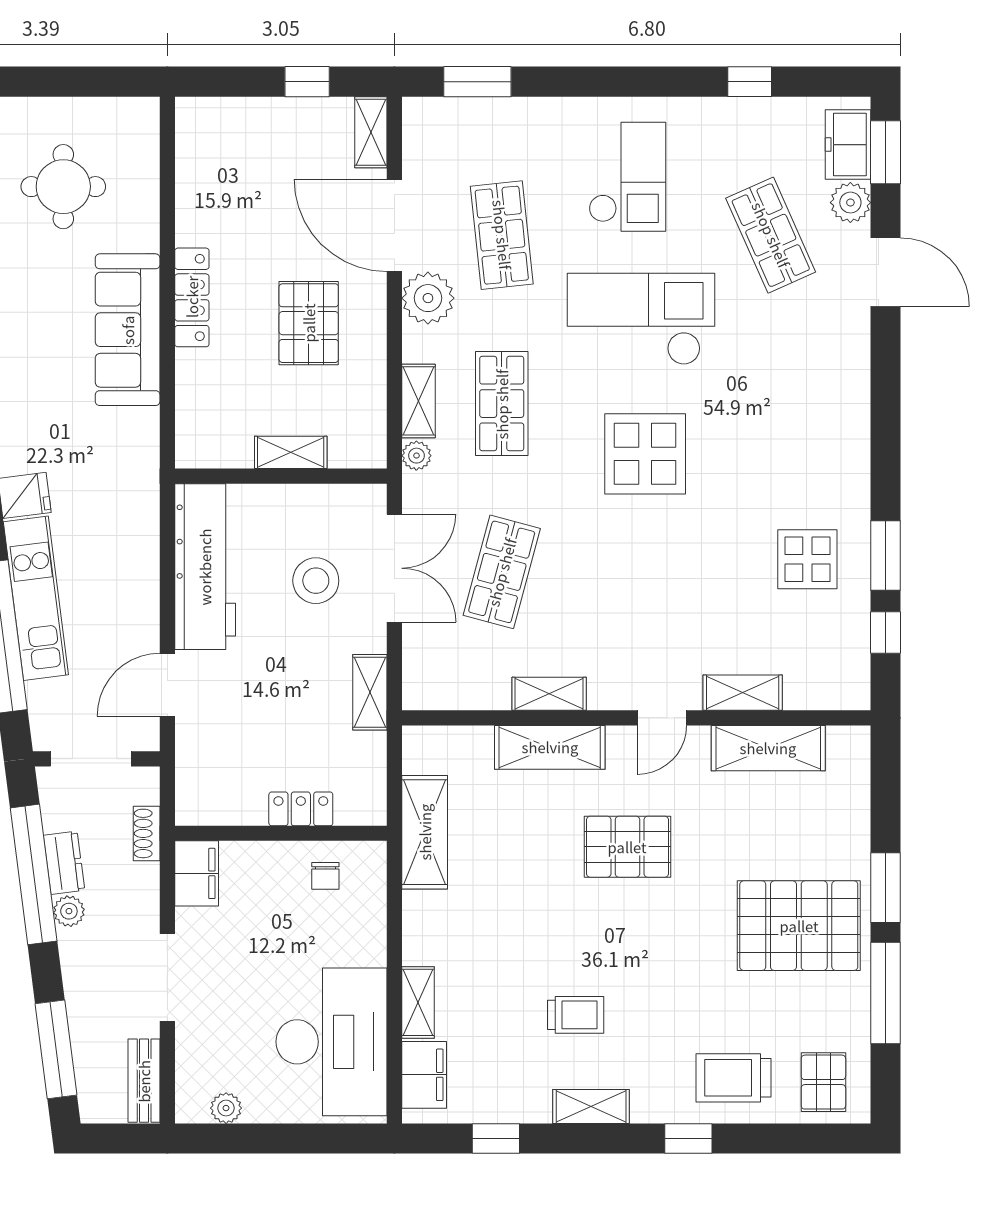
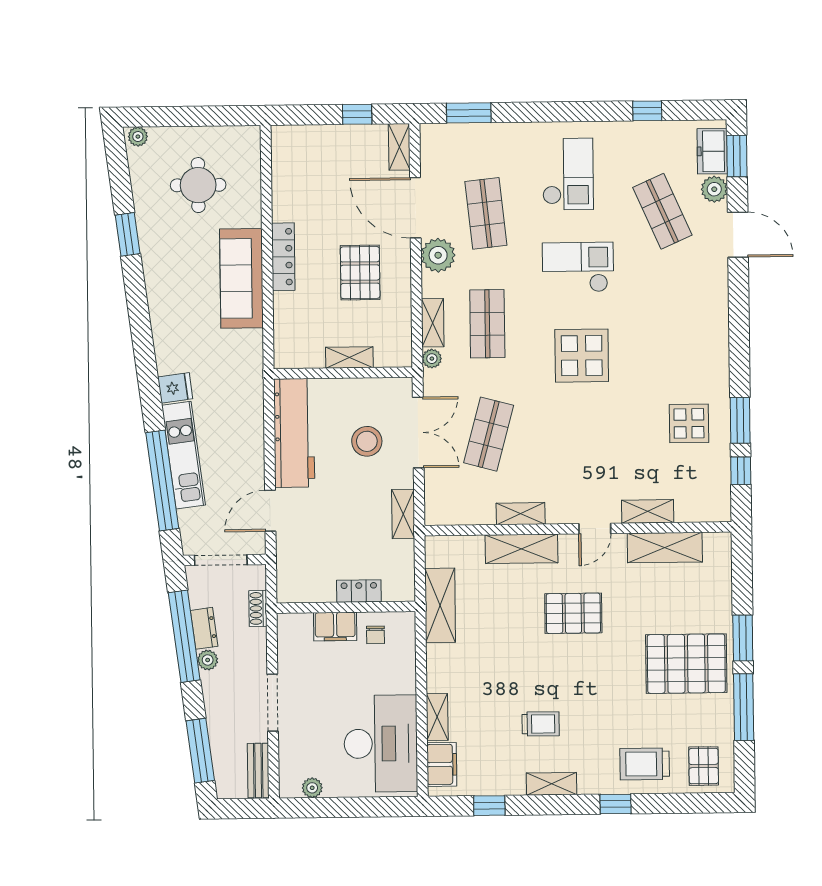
checkout: (641, 319) -> (578, 267), width x0.73, depth x0.83
filing cabinet: (197, 873) -> (335, 627), moved, turned 90

